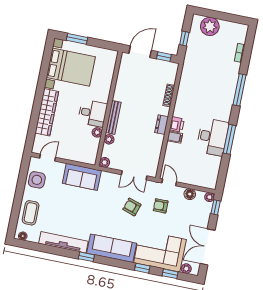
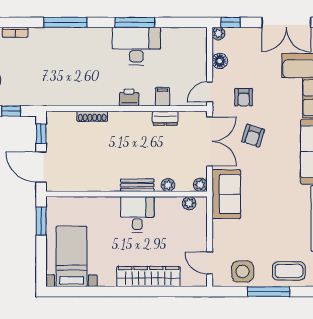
window: (77, 39) -> (41, 221), moved
bed with nightstands: (71, 67) -> (72, 256), width x0.73
bench: (113, 117) -> (137, 185), width x0.73
dresser: (162, 125) -> (165, 118), moved
plant: (97, 132) -> (189, 203), moved
filing cabinet: (175, 137) -> (162, 97), moved
double door: (134, 175) -> (210, 141), width x1.37
sofa: (82, 177) -> (226, 194), moved
window: (19, 196) -> (269, 292), added

